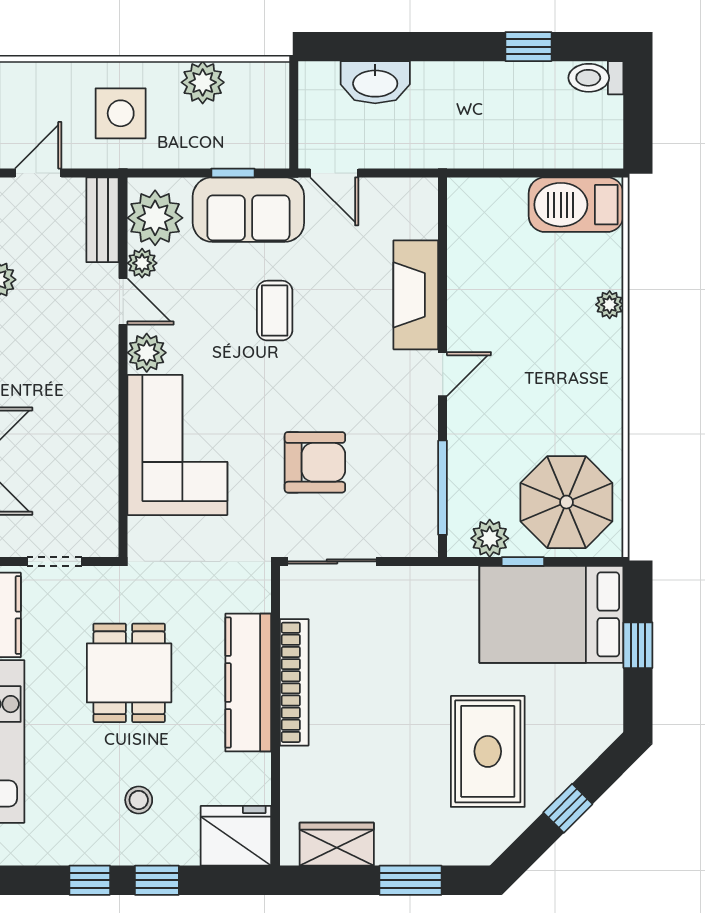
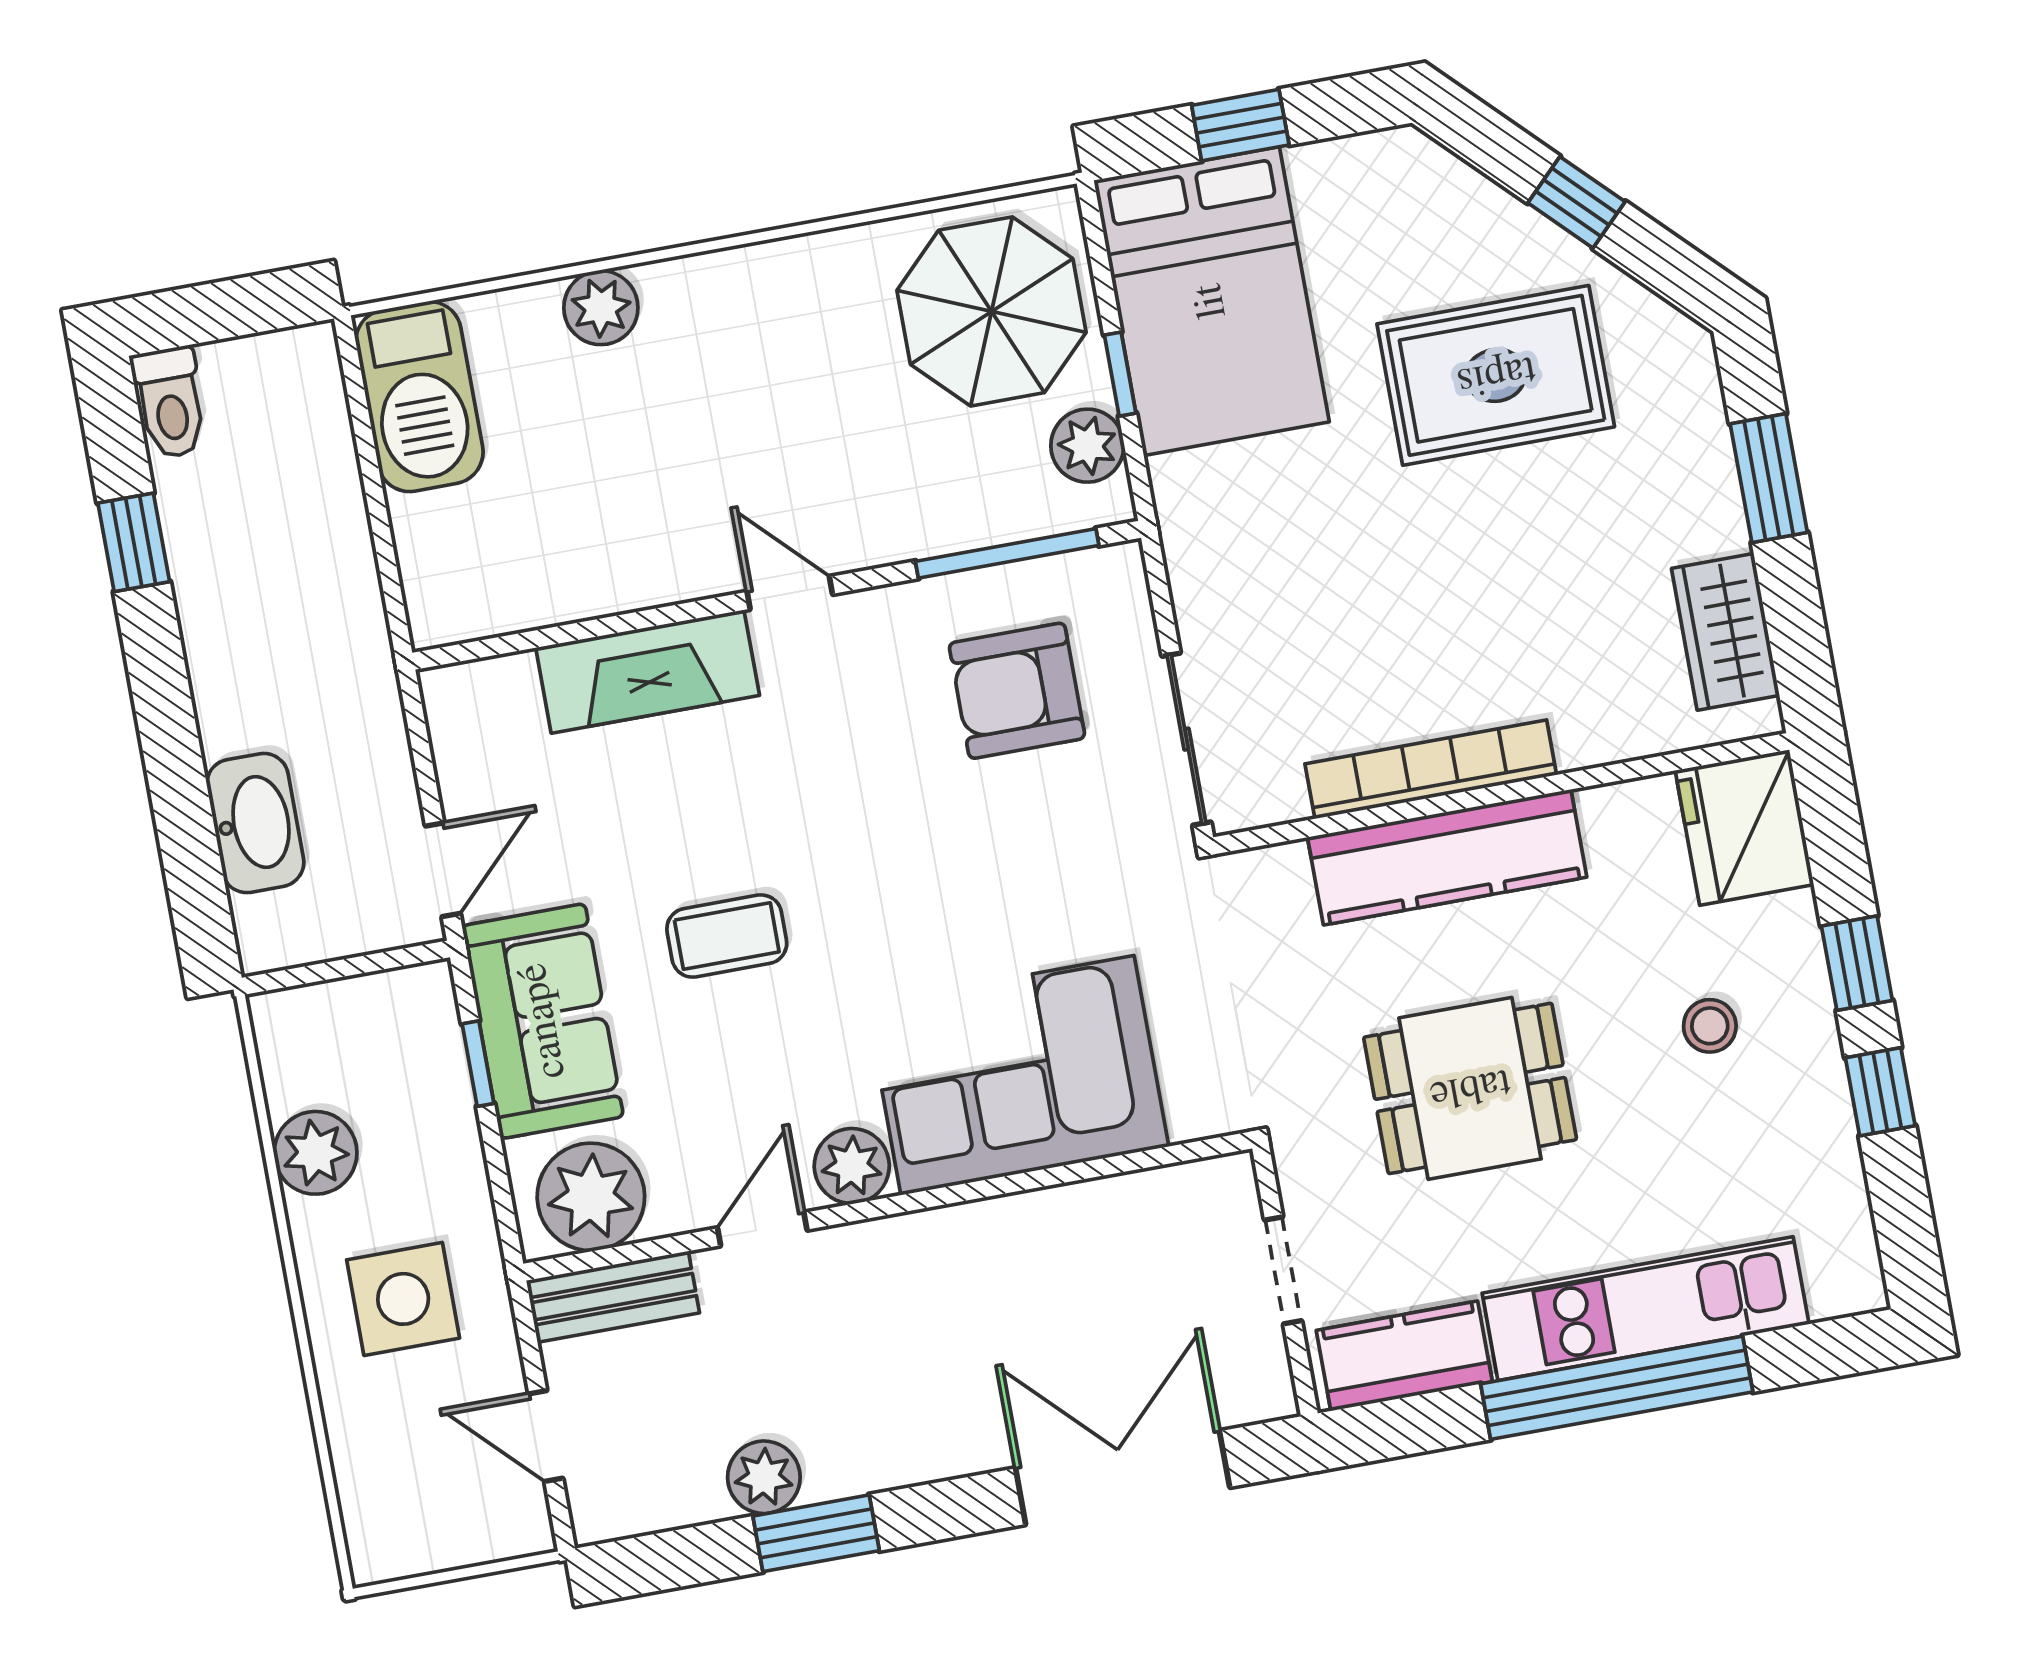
plant: (142, 263) -> (682, 1206), removed
plant: (610, 305) -> (601, 308), width x1.38, depth x1.38
armchair: (315, 462) -> (1017, 691), moved, turned -90

